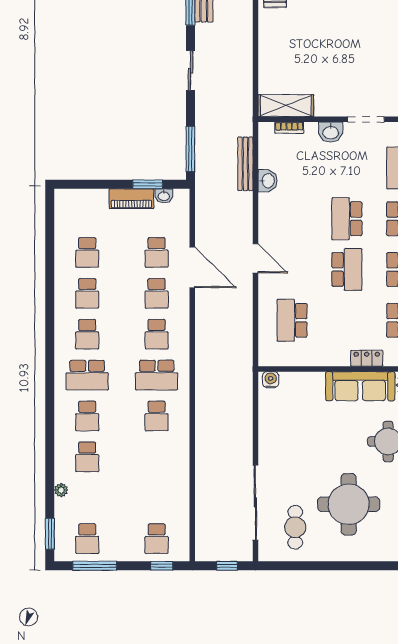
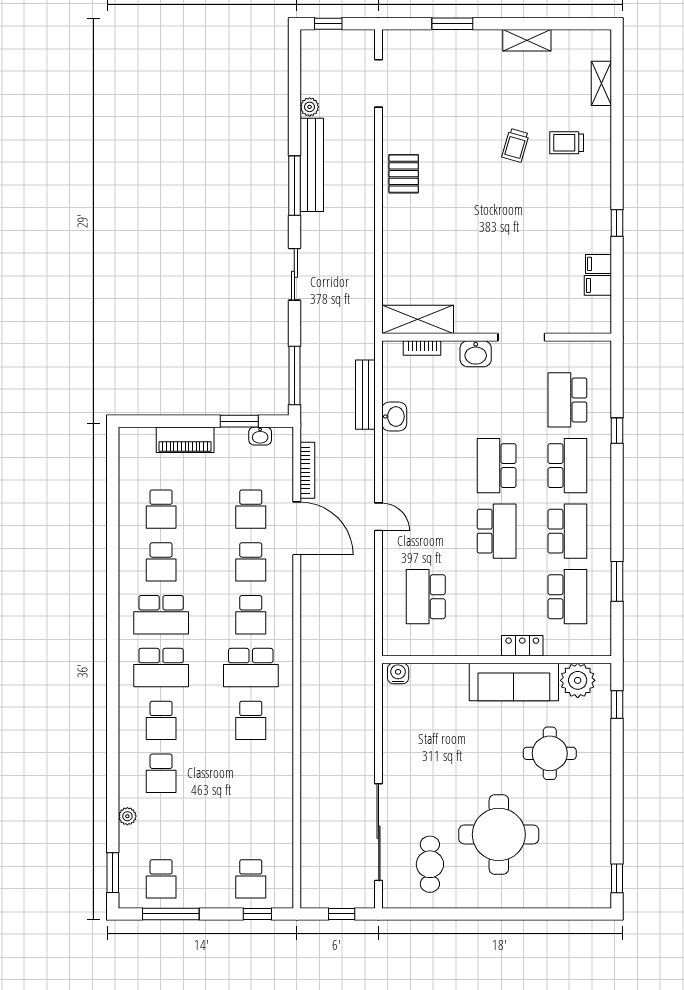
piano: (131, 199) -> (185, 440), moved
bookcase: (200, 222) -> (307, 470), added
door: (255, 258) -> (379, 517), width x0.73
school desk: (87, 334) -> (161, 615), width x1.85

